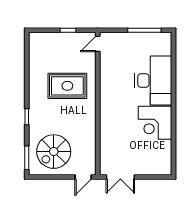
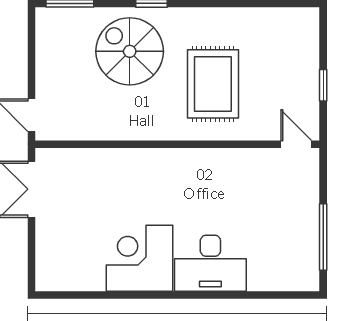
desk: (153, 81) -> (210, 263), width x0.73, depth x0.77
spiral stairs: (54, 152) -> (130, 51), moved

